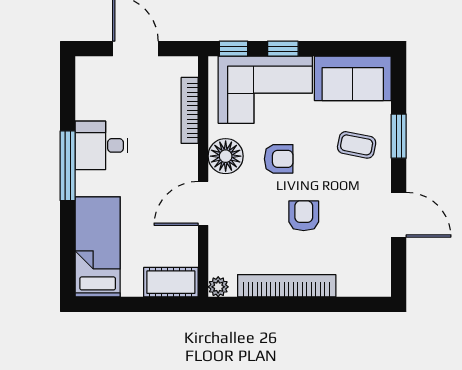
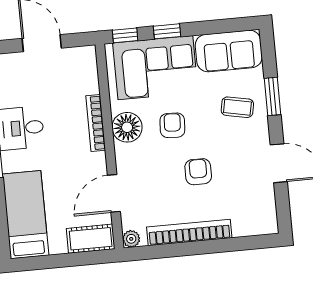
bookcase: (190, 110) -> (96, 123), moved
armchair: (279, 159) -> (172, 125), turned -87
door: (203, 203) -> (114, 193), moved

